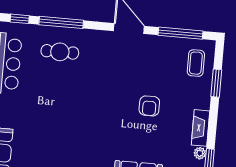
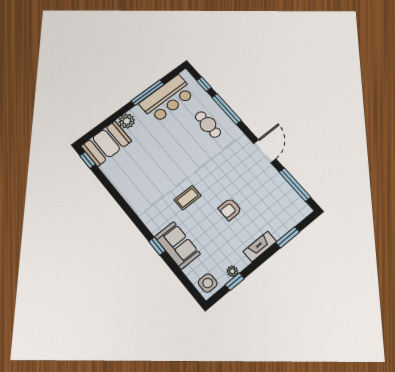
coffee table: (196, 63) -> (187, 198), moved
fireplace: (200, 128) -> (260, 246), moved

